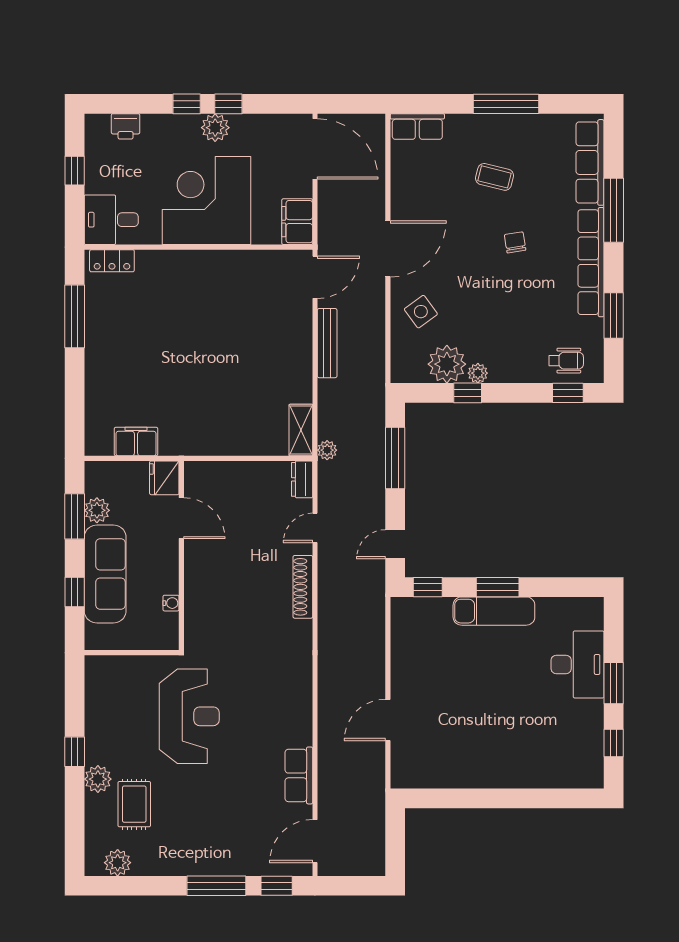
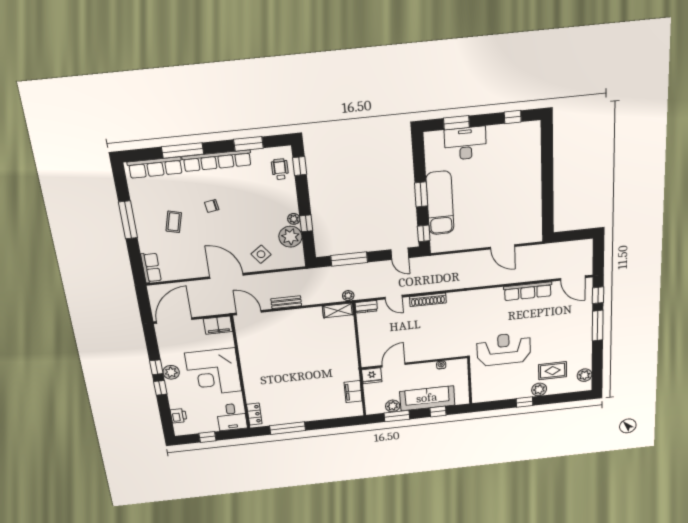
bench: (327, 343) -> (286, 302), width x0.73
exam couch: (494, 611) -> (440, 203), width x1.36, depth x1.45
window: (614, 683) -> (456, 123), moved
row of seats: (299, 775) -> (528, 291), width x1.48

